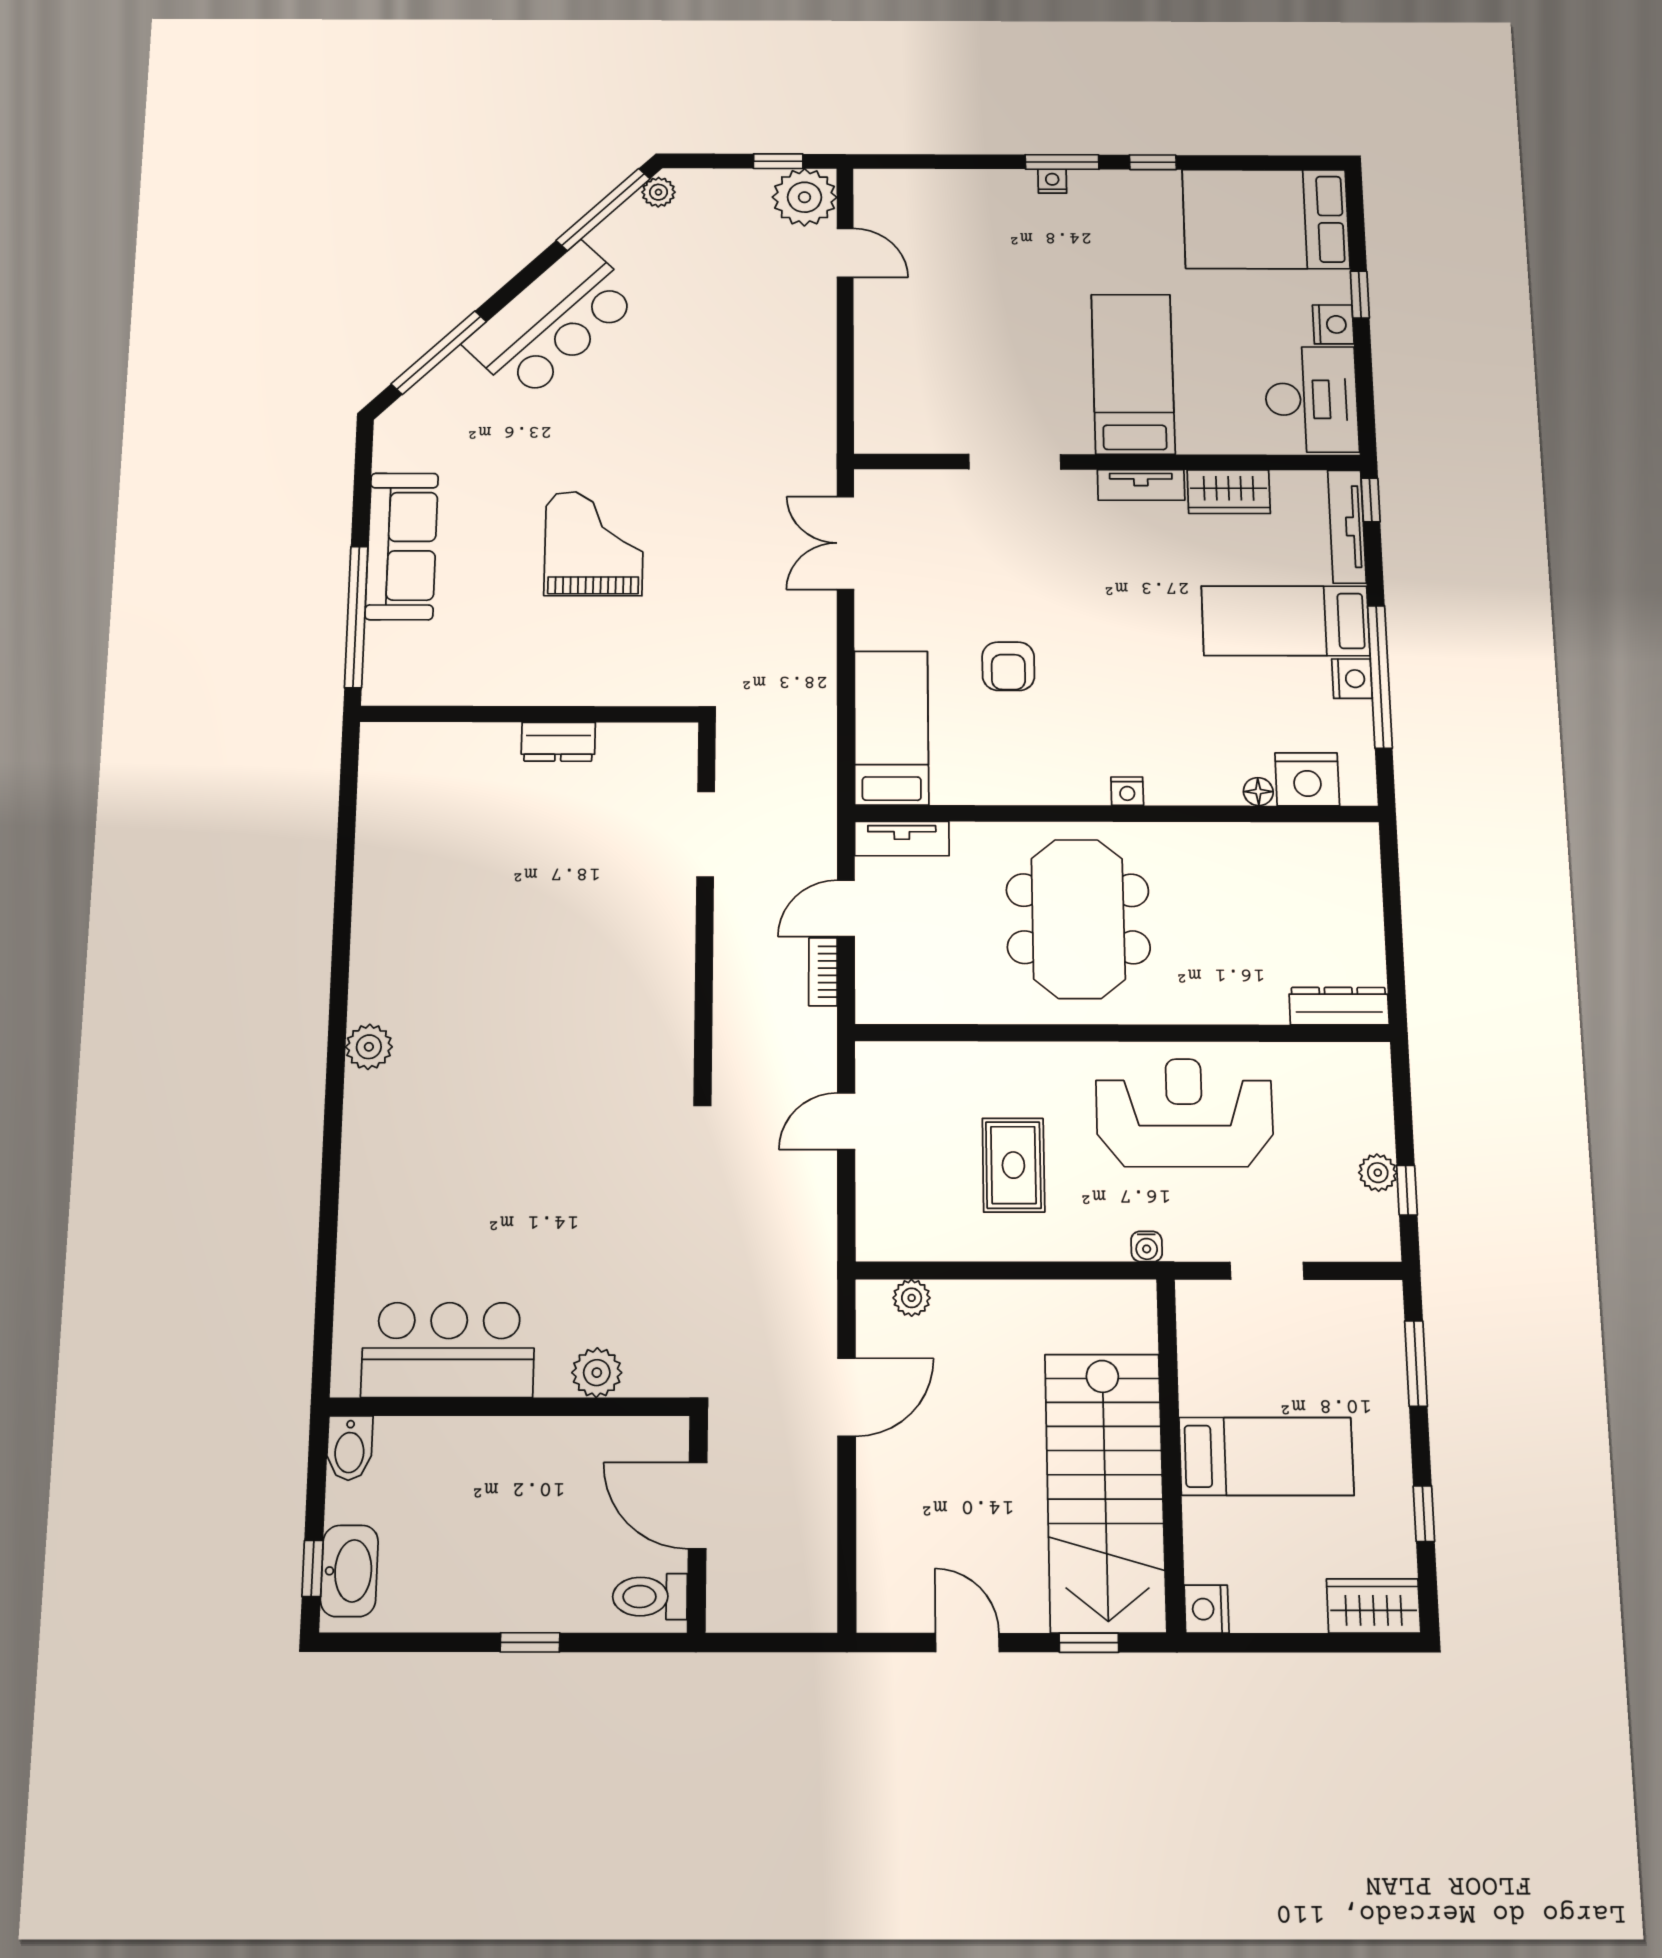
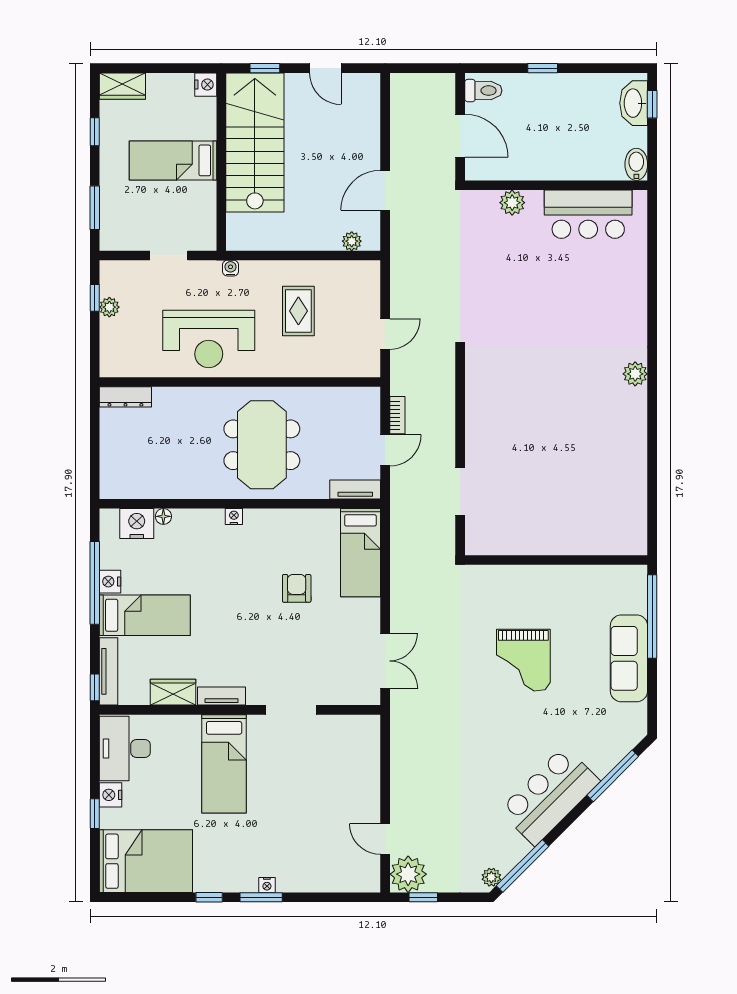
dresser: (558, 742) -> (540, 544), removed

